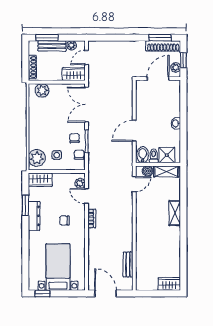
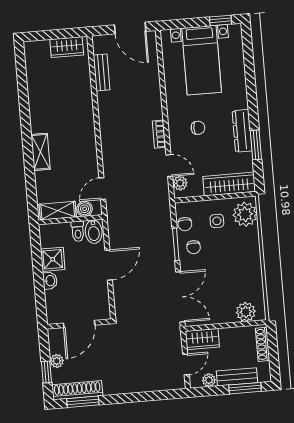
door: (158, 79) -> (79, 324), moved
wall: (158, 79) -> (79, 324), moved
shower: (167, 155) -> (53, 259), moved
wardrobe: (40, 180) -> (229, 184), width x1.50
wardrobe: (169, 284) -> (67, 47), moved

